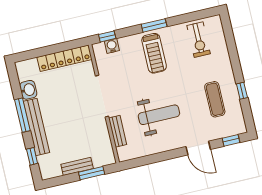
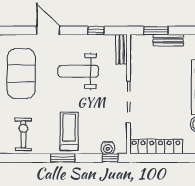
exercise mat: (215, 99) -> (21, 74), width x2.00, depth x1.45
bench: (118, 131) -> (122, 49), moved
window: (231, 140) -> (96, 30), moved

